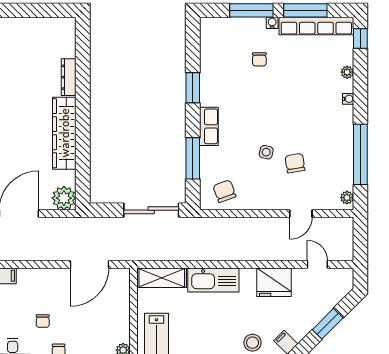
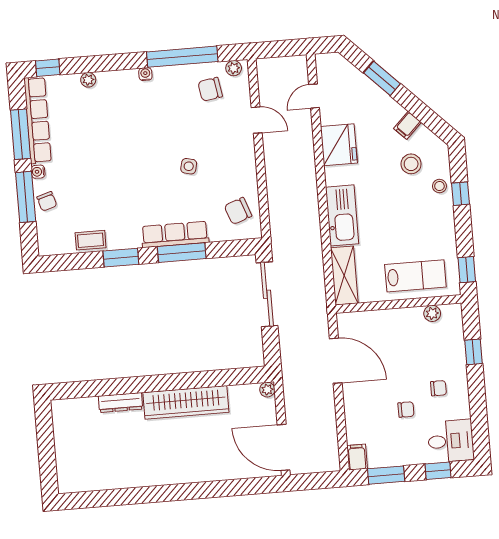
chair: (259, 59) -> (47, 201), moved, turned 73
coffee table: (210, 63) -> (91, 240), added
water cooler: (348, 99) -> (145, 74), moved
row of seats: (209, 126) -> (175, 234), width x1.48
window: (193, 158) -> (182, 253), moved
chair: (295, 163) -> (210, 89), moved
plant: (64, 198) -> (267, 390), width x0.53, depth x0.53

